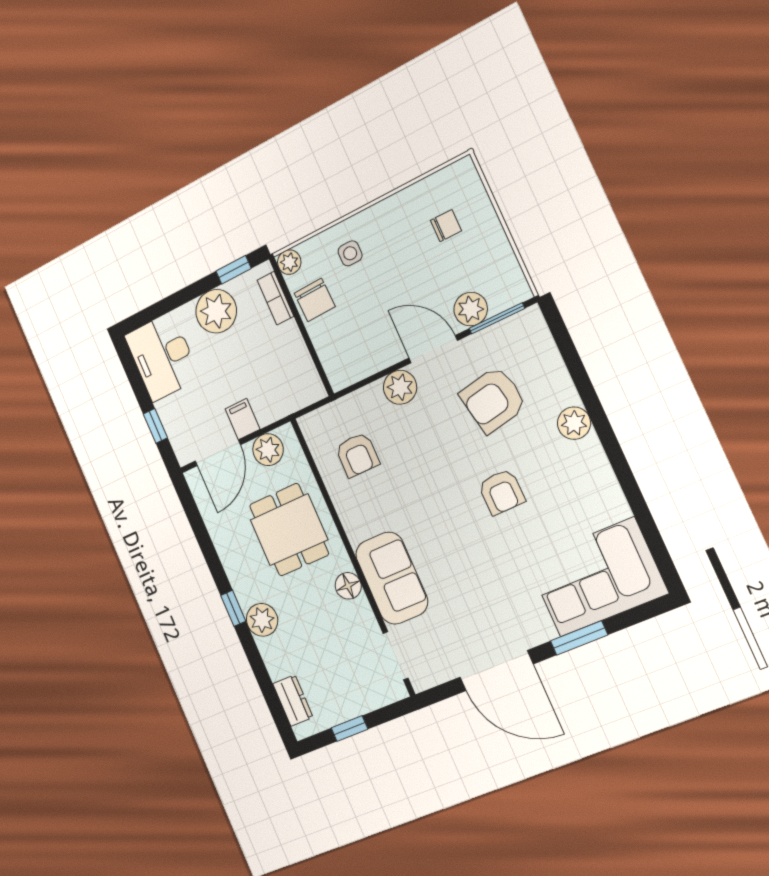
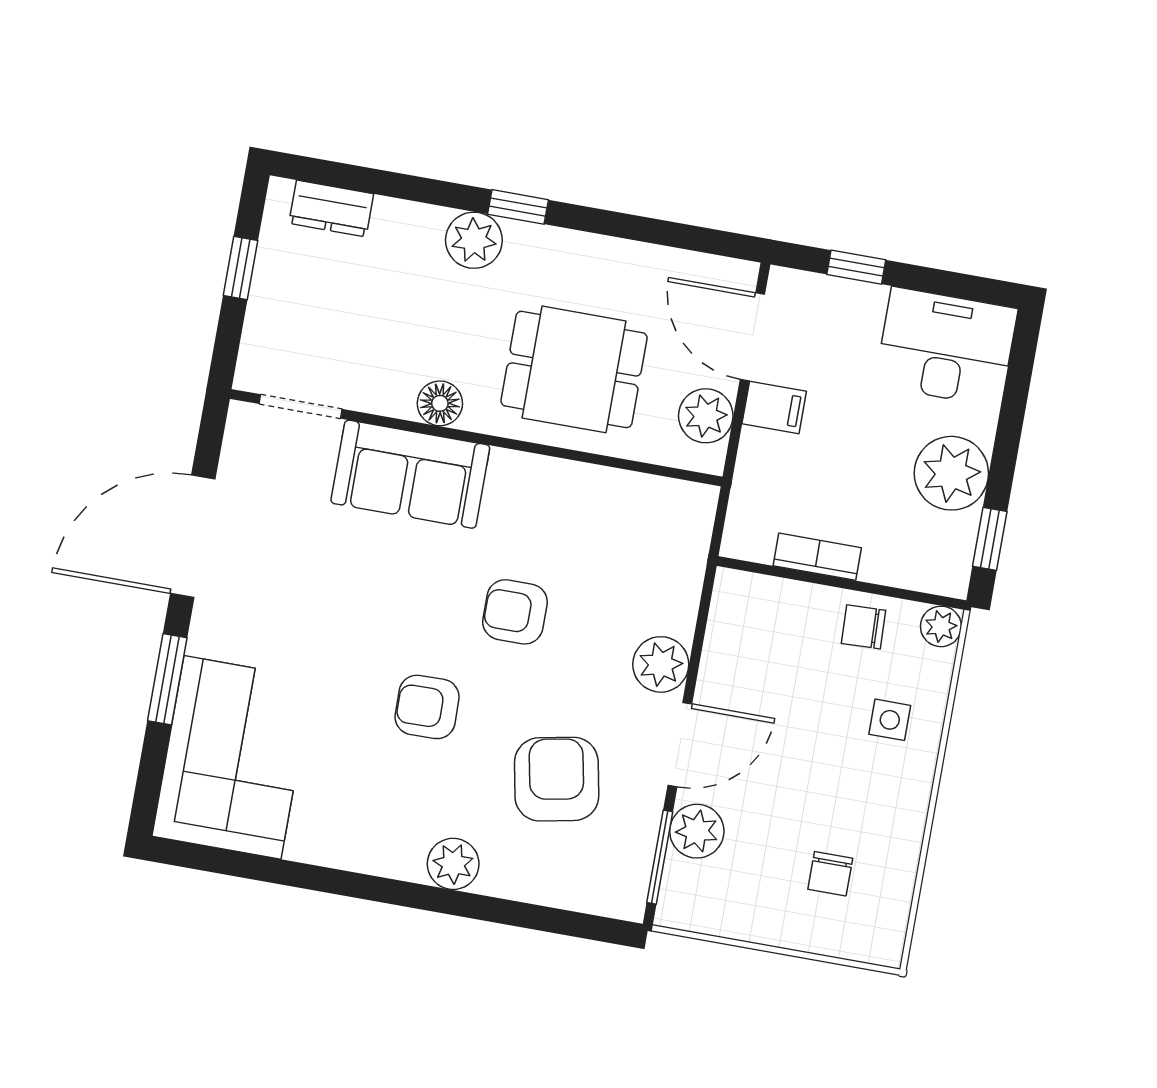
bookcase: (275, 298) -> (817, 557), moved
chair: (315, 300) -> (864, 627), width x0.73, depth x0.73
armchair: (357, 455) -> (515, 612), moved

